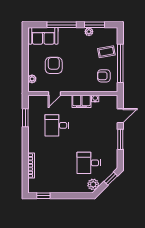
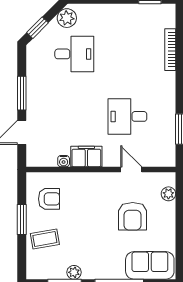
window: (120, 63) -> (22, 219), width x0.47
door: (54, 93) -> (131, 170), hinge flipped
desk: (57, 125) -> (127, 116), turned 180

